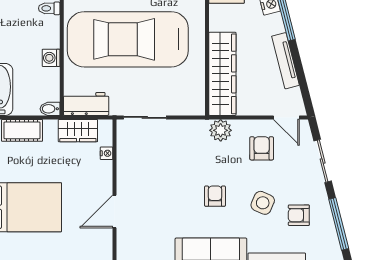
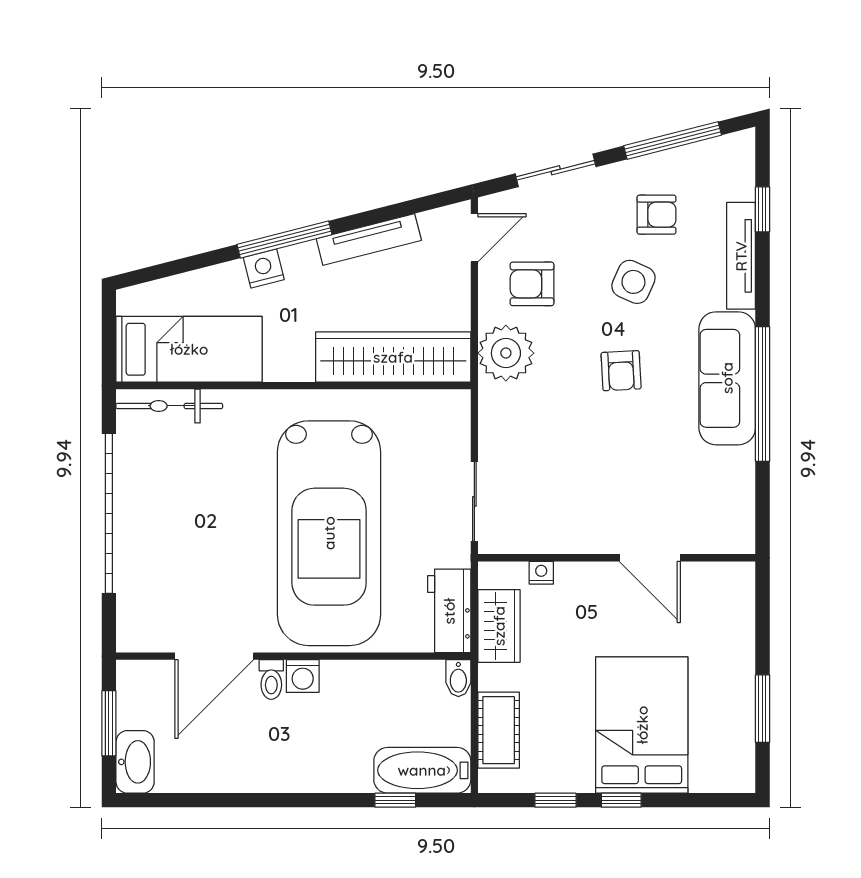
washing machine: (51, 58) -> (303, 676), moved
plant: (221, 130) -> (506, 353), width x1.36, depth x1.36
armchair: (215, 196) -> (621, 371), turned -93
armchair: (299, 215) -> (657, 215), turned -90

